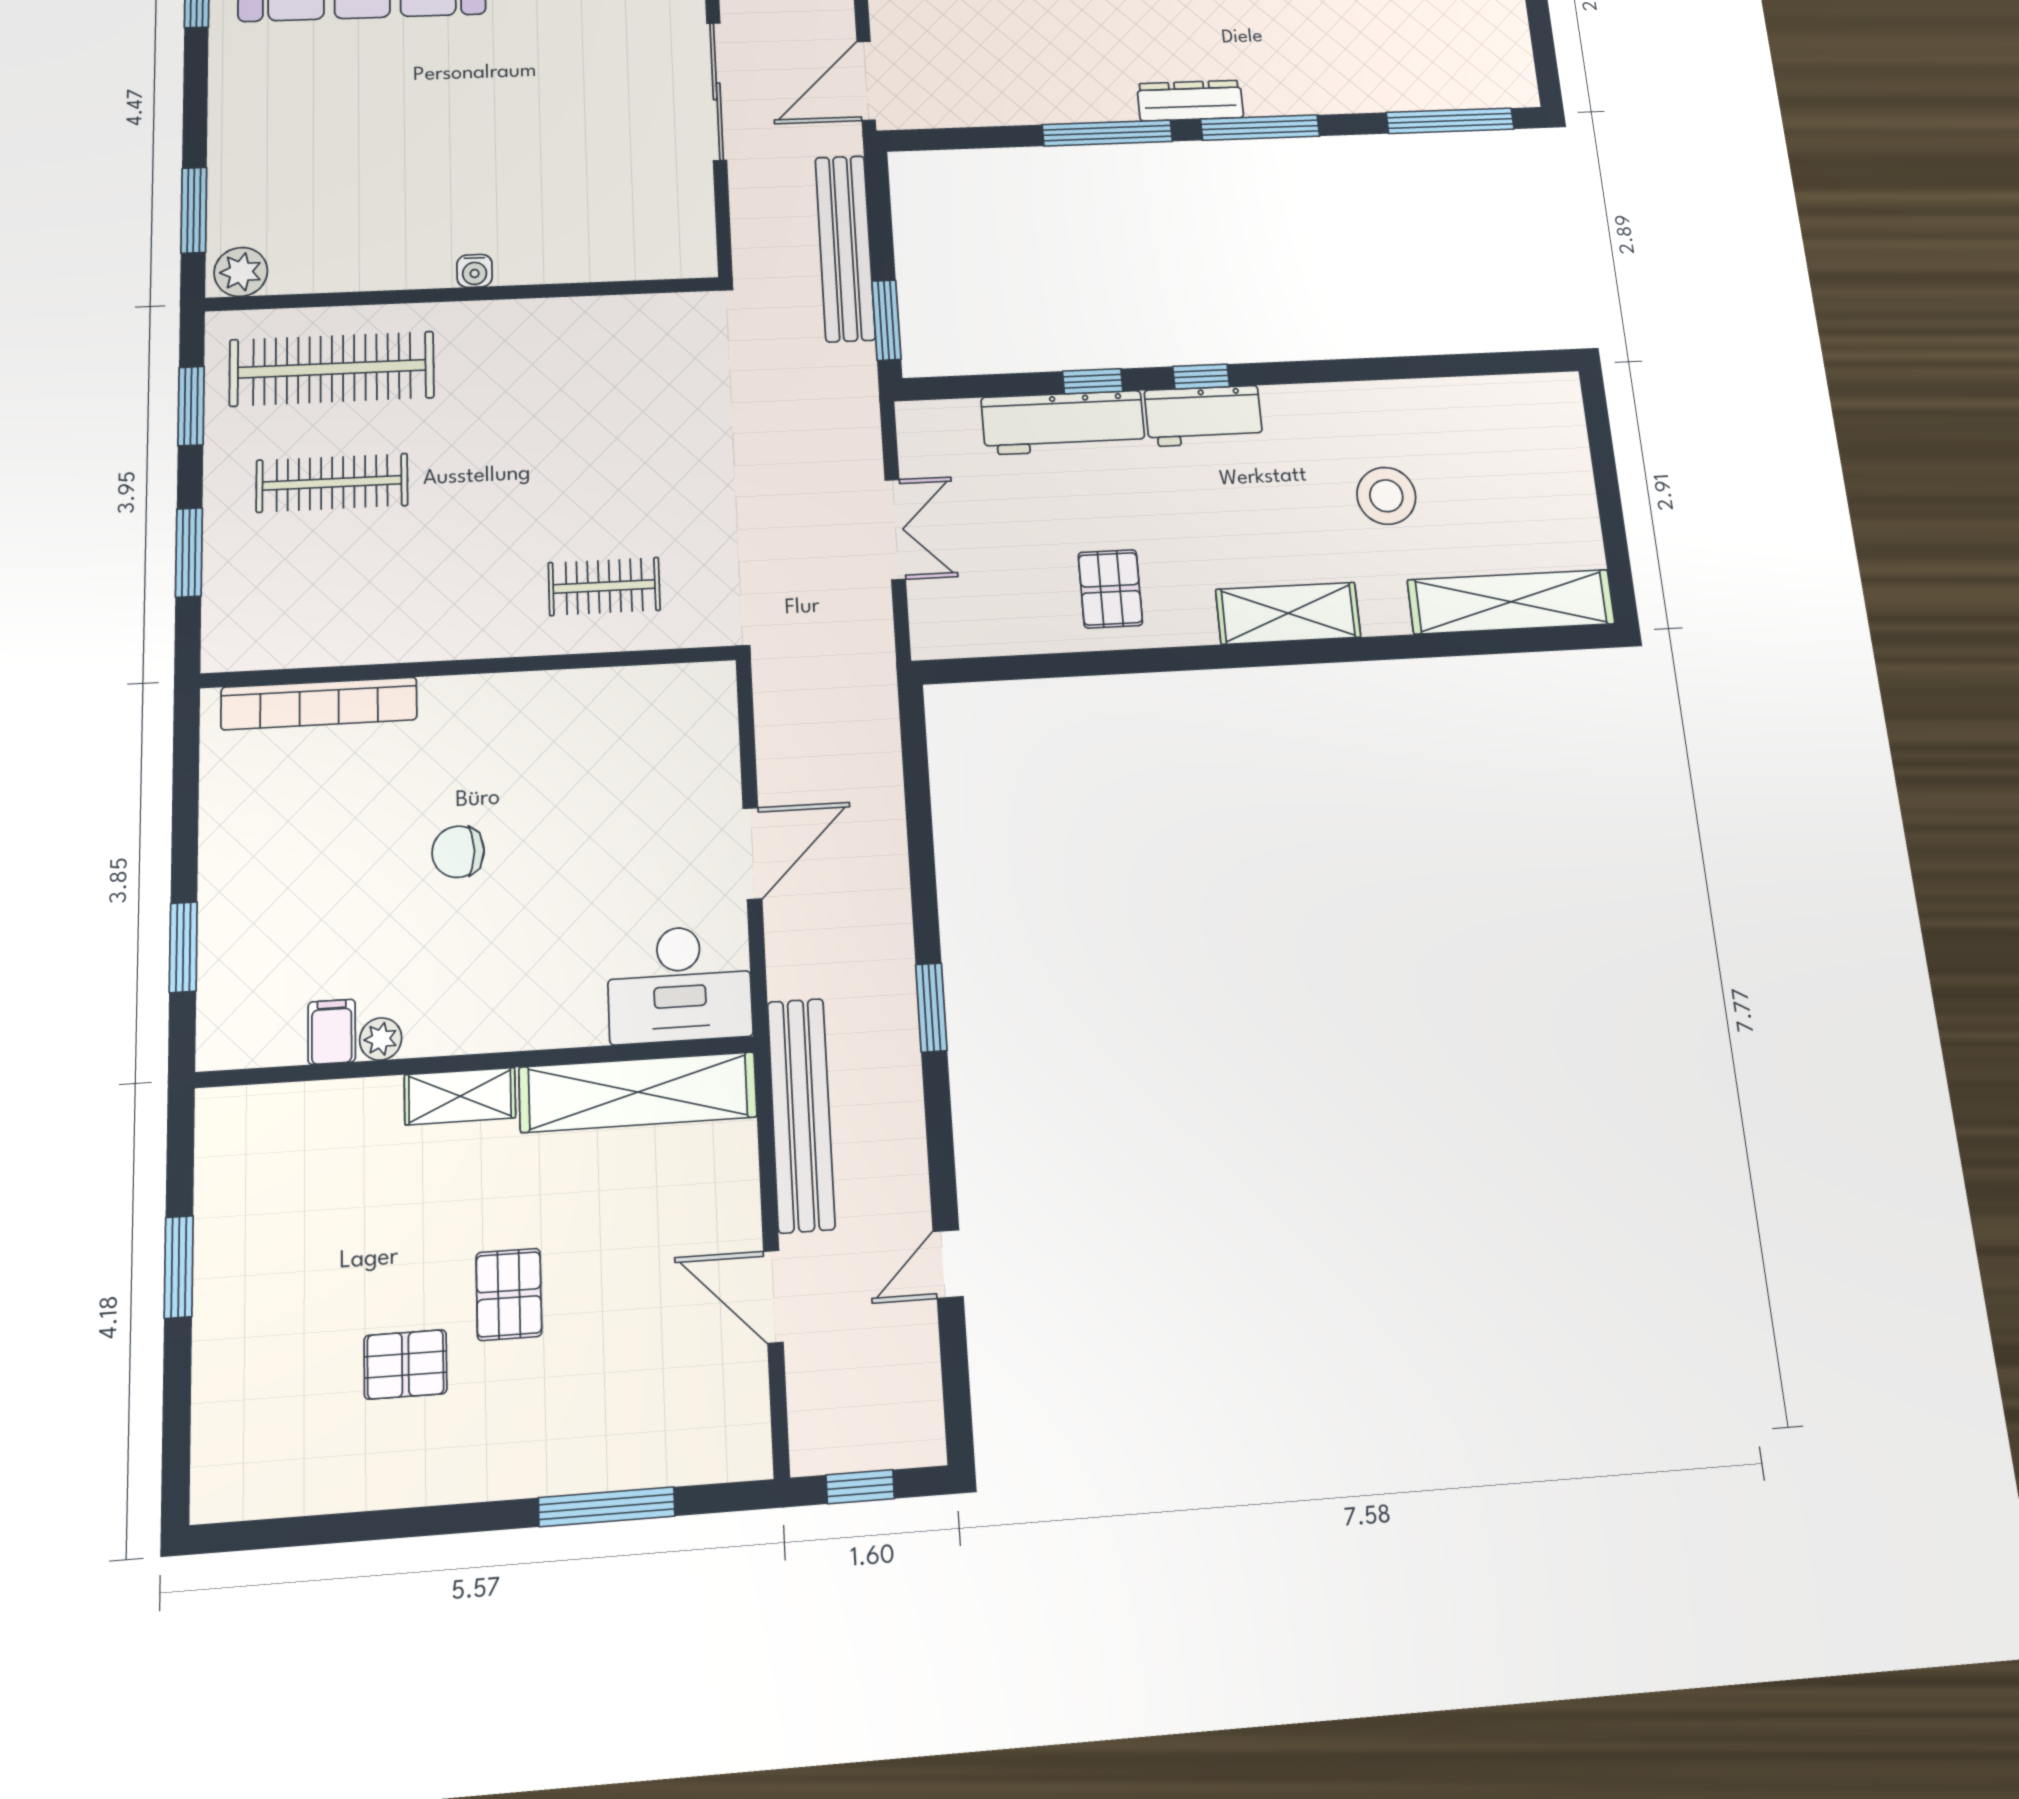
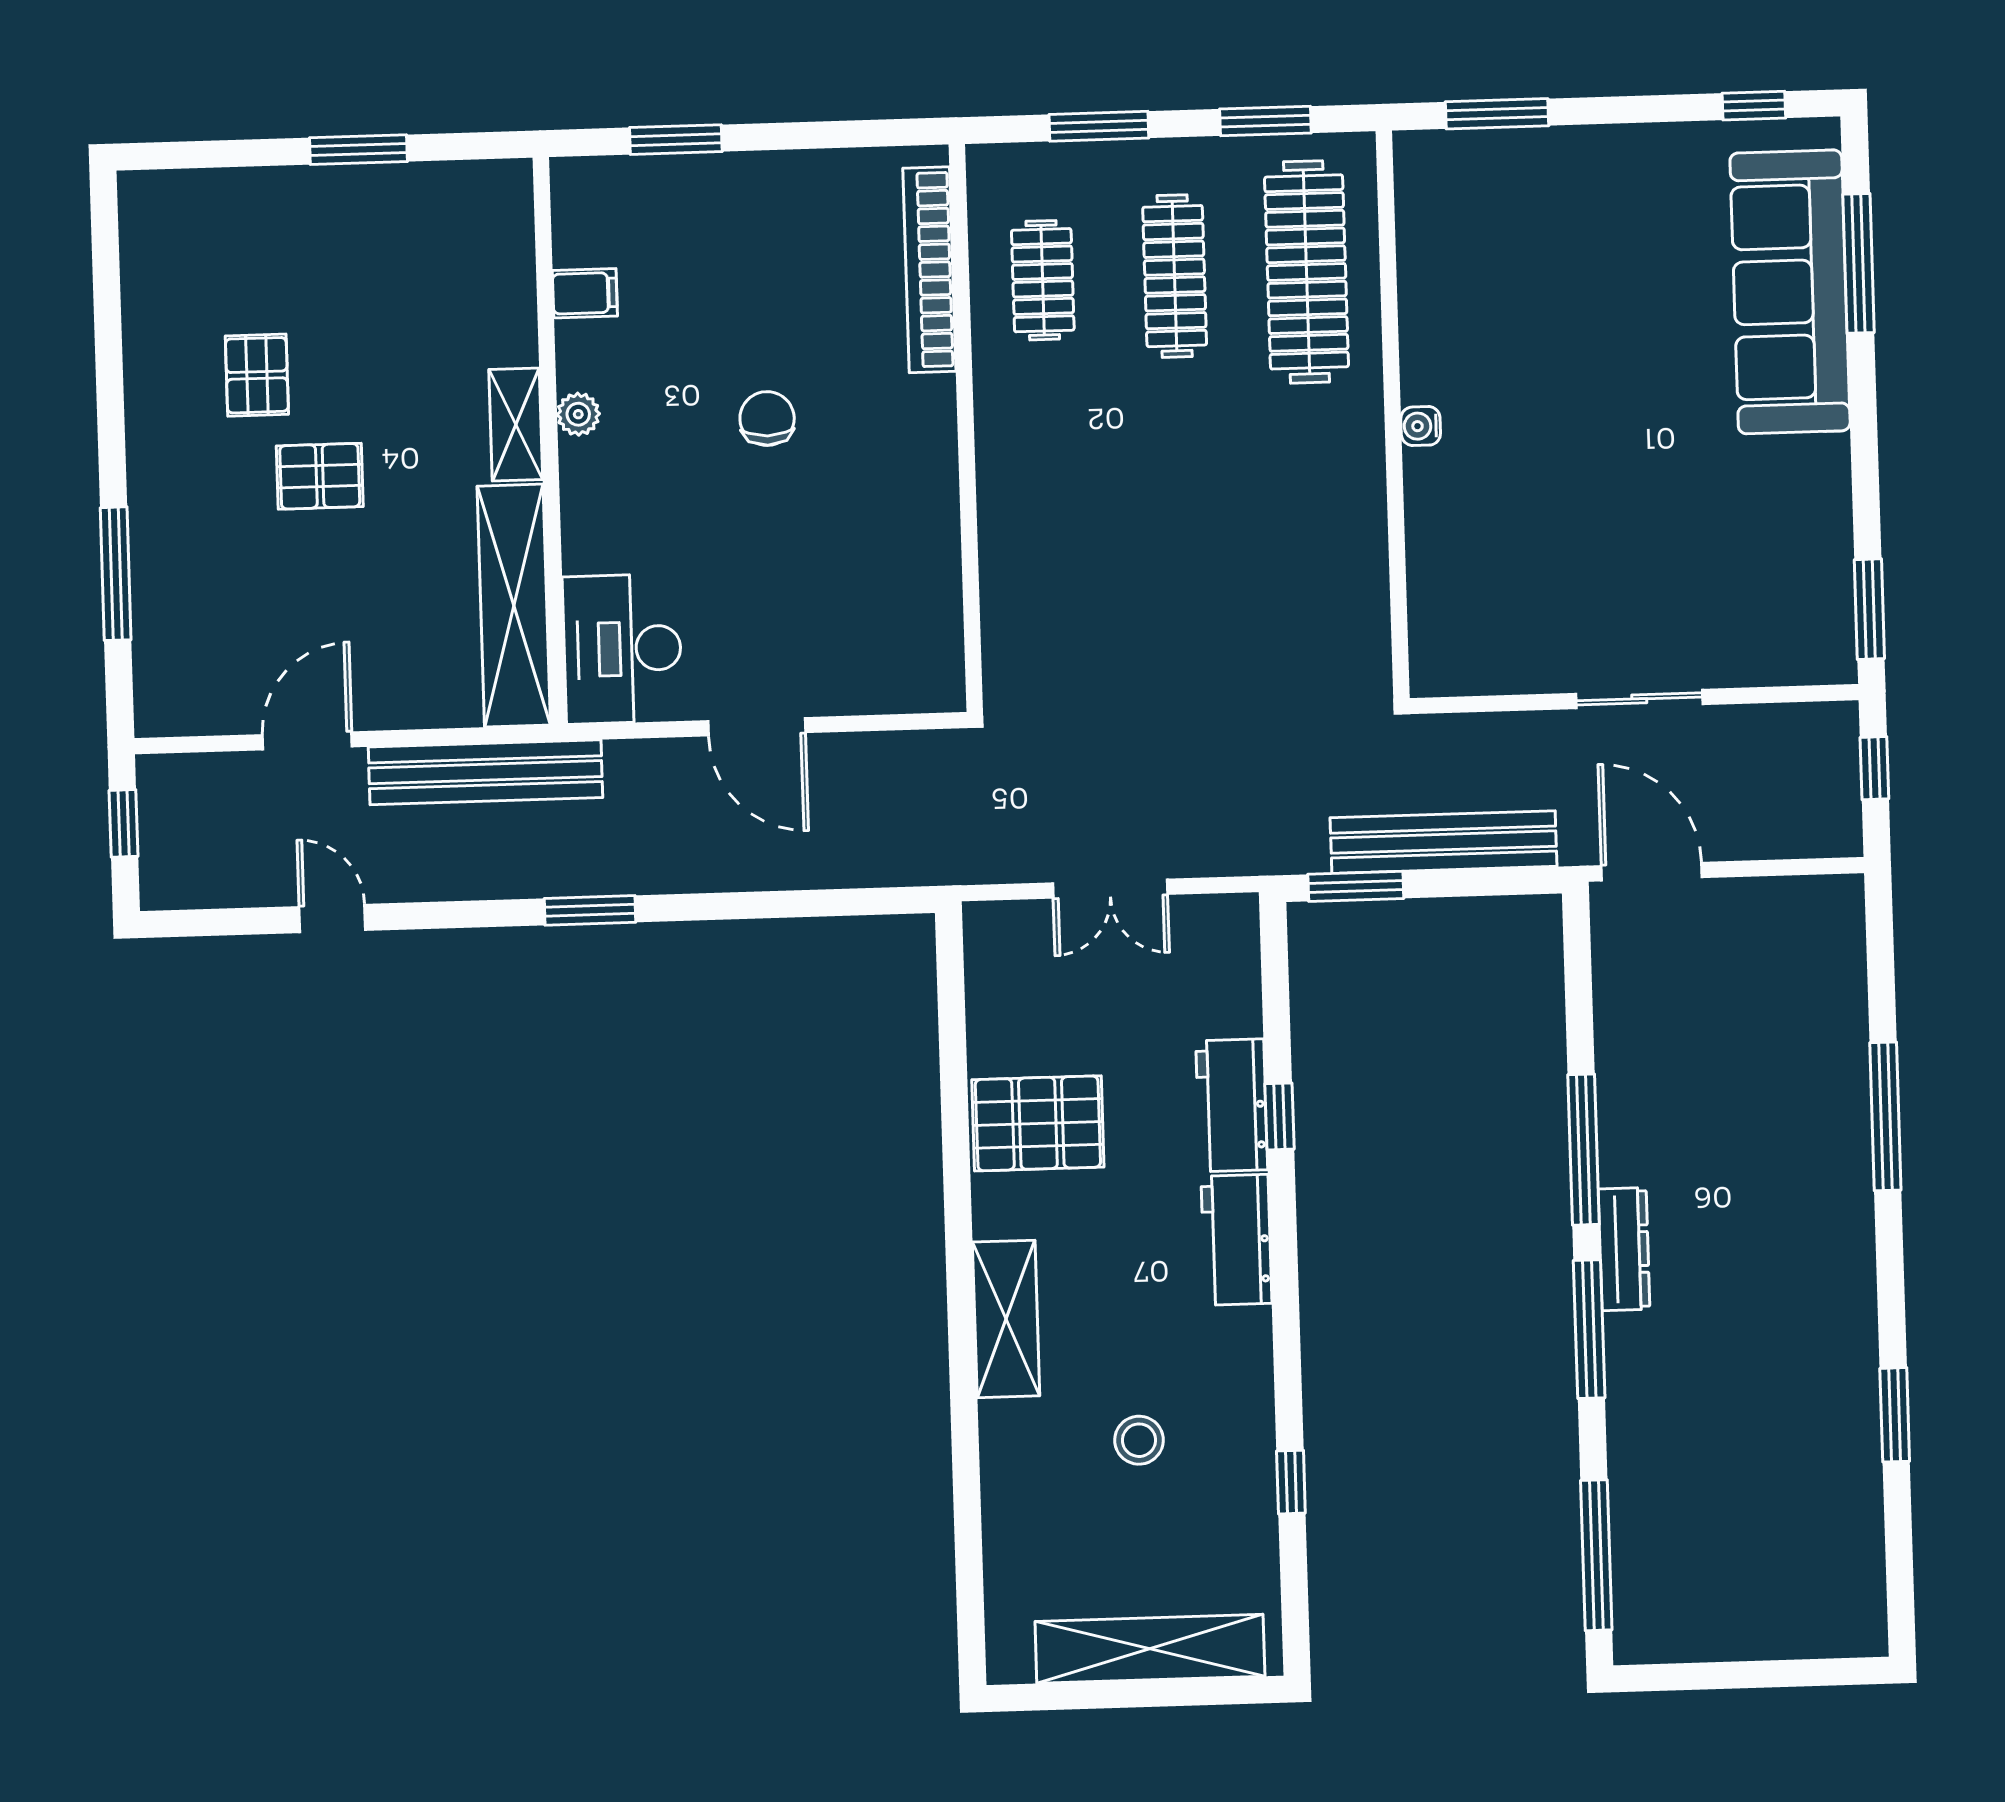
sliding door: (717, 91) -> (1639, 699), width x0.73
plant: (241, 272) -> (1422, 168), removed
window: (1201, 376) -> (1291, 1482), moved
workbench: (1063, 423) -> (1232, 1105), width x0.73
stool: (1386, 496) -> (1139, 1440), width x0.73, depth x0.73
clothes rail: (604, 586) -> (1043, 280), moved
pallet: (1110, 589) -> (1038, 1123), width x1.50, depth x1.42
shelving: (1511, 602) -> (1150, 1649), moved, turned 90
plant: (381, 1039) -> (578, 414), moved

